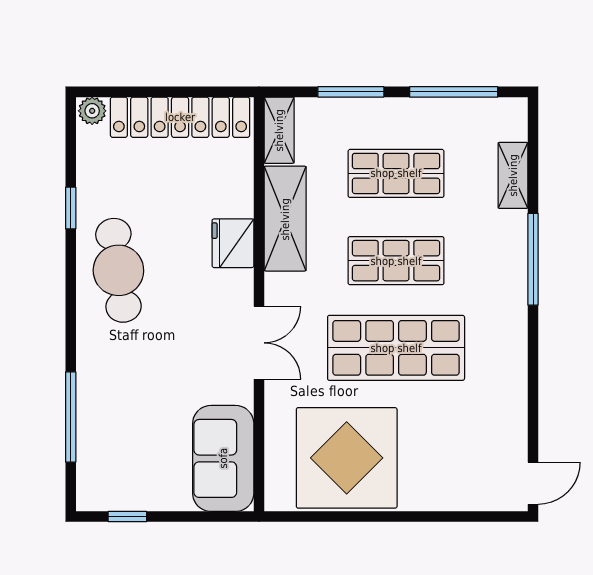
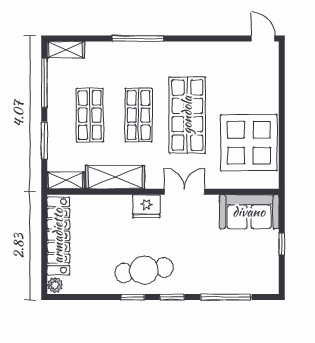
shelving: (513, 175) -> (66, 50), moved
window: (71, 208) -> (133, 297), moved
fridge: (233, 243) -> (146, 206), moved
window: (71, 320) -> (172, 297), added
window: (127, 517) -> (282, 244), moved

